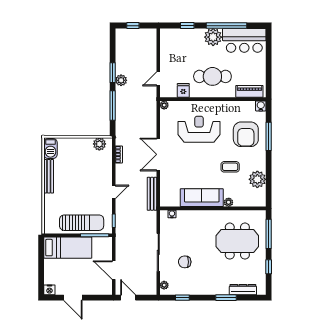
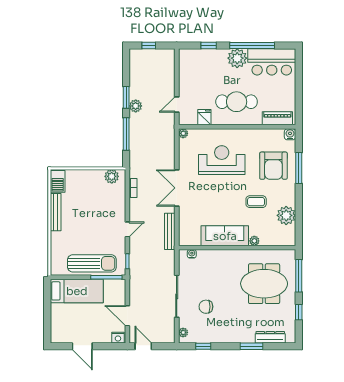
nightstand: (49, 290) -> (118, 338), moved

